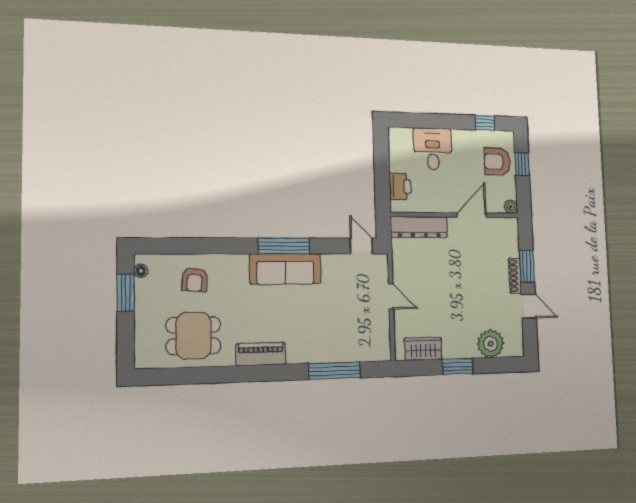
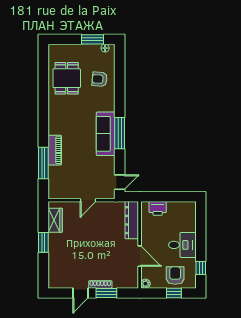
desk: (433, 149) -> (182, 245), moved
plant: (491, 344) -> (57, 266), removed
piano: (261, 354) -> (55, 150), moved

